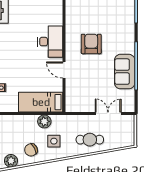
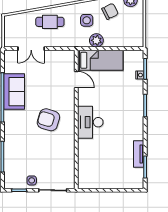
armchair: (91, 44) -> (48, 120), turned 107
door: (64, 70) -> (76, 80), moved

